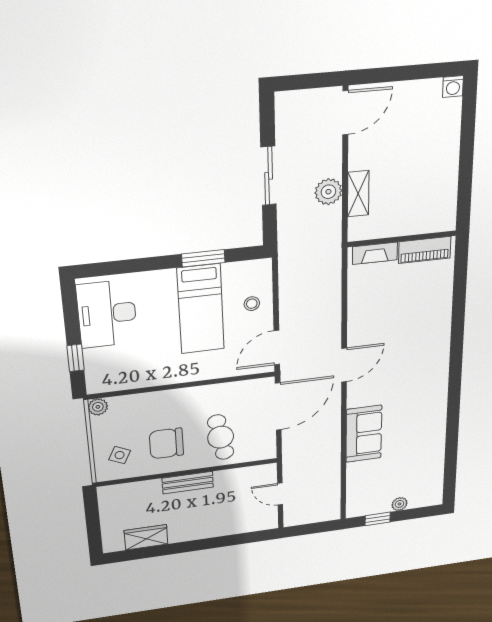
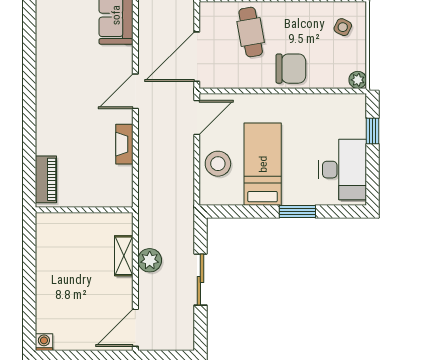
piano: (425, 250) -> (46, 179), moved, turned 90
fireplace: (375, 253) -> (124, 144), moved, turned -90
window: (203, 258) -> (297, 211), moved
stool: (252, 304) -> (218, 164), width x1.89, depth x1.89
chair: (166, 443) -> (291, 69), moved

